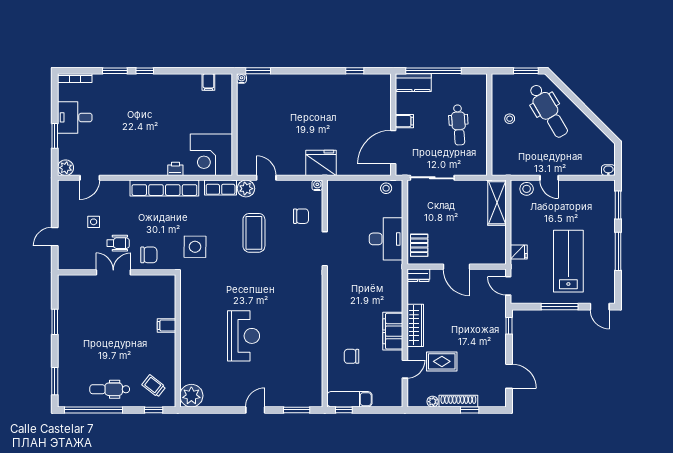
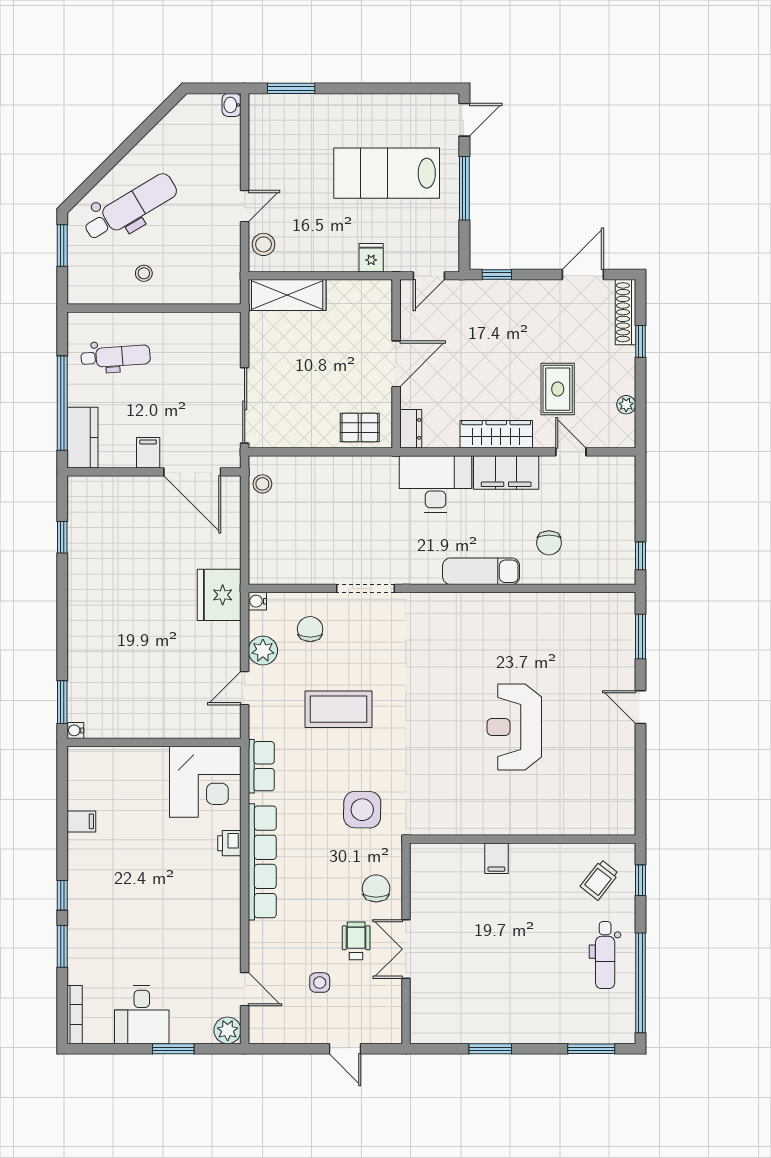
filing cabinet: (208, 82) -> (81, 821), moved
dental chair: (459, 125) -> (116, 356), moved
plant: (246, 189) -> (263, 651), moved
desk: (386, 239) -> (435, 484), moved
window: (618, 251) -> (370, 88), removed
reception desk: (244, 336) -> (514, 727), turned -90
plant: (191, 396) -> (616, 816), removed
exam couch: (349, 399) -> (481, 571), moved, turned 90
shoe rack: (458, 401) -> (625, 312), moved

